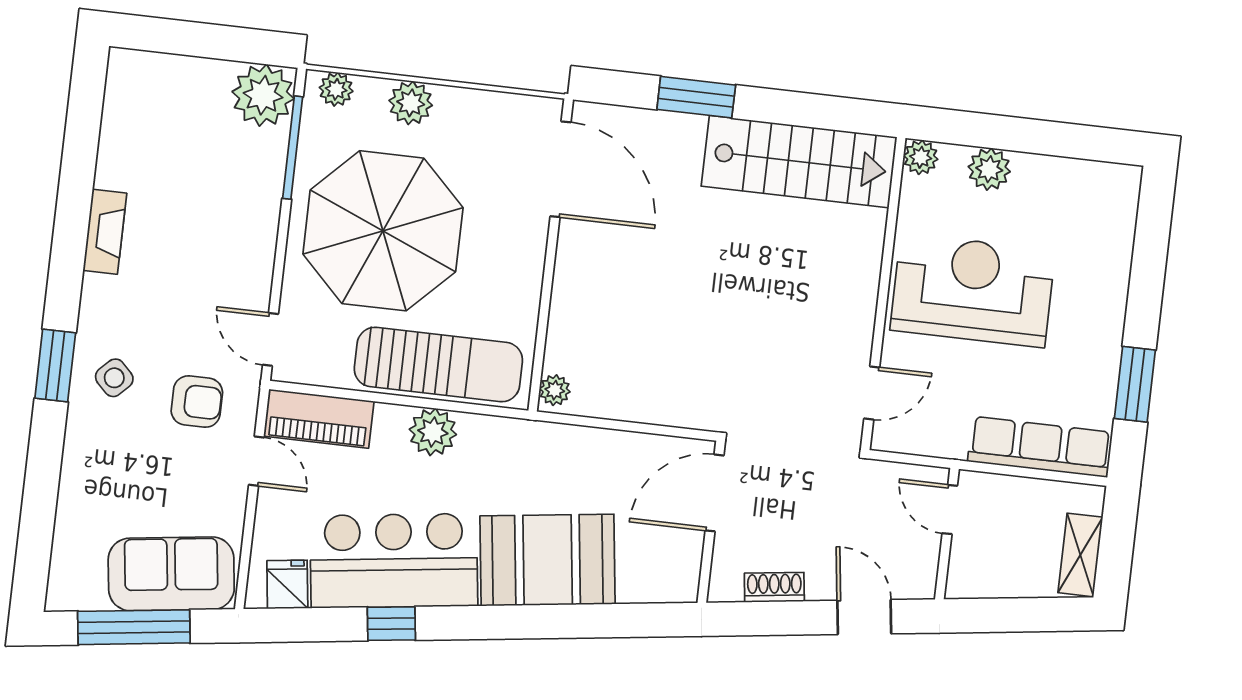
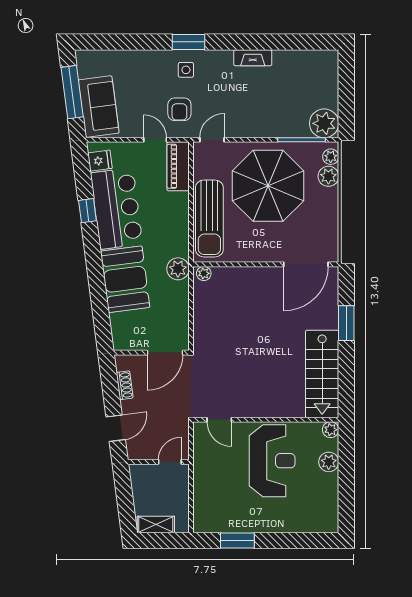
plant: (411, 103) -> (328, 176), moved
side table: (114, 378) -> (186, 70), turned 45
plant: (433, 432) -> (178, 269), moved
row of seats: (1040, 447) -> (203, 500), removed
door: (256, 461) -> (155, 140), swing flipped
door: (715, 493) -> (165, 353), swing flipped

